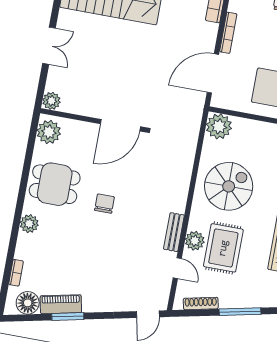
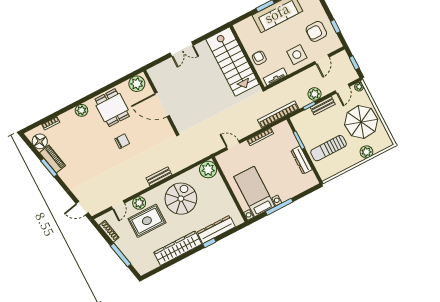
door: (213, 73) -> (233, 145), width x0.53
plant: (51, 101) -> (154, 73), removed
door: (120, 125) -> (162, 105), moved
spiral stairs: (229, 186) -> (181, 199), turned -90
bench: (174, 232) -> (159, 176), moved

